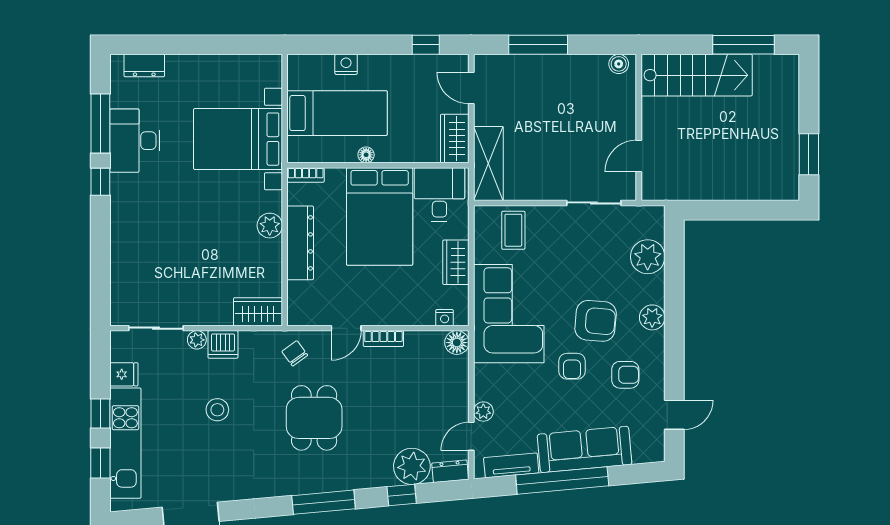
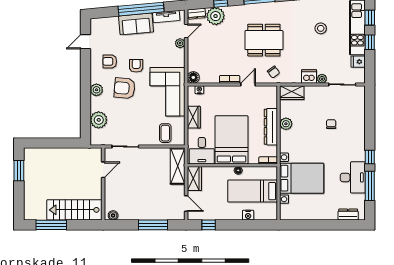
plant: (270, 226) -> (286, 124), moved
chair: (178, 248) -> (331, 124), added
stool: (217, 410) -> (321, 28), moved
dining table: (314, 418) -> (264, 40), width x1.38
sofa: (585, 449) -> (136, 24), width x0.73

